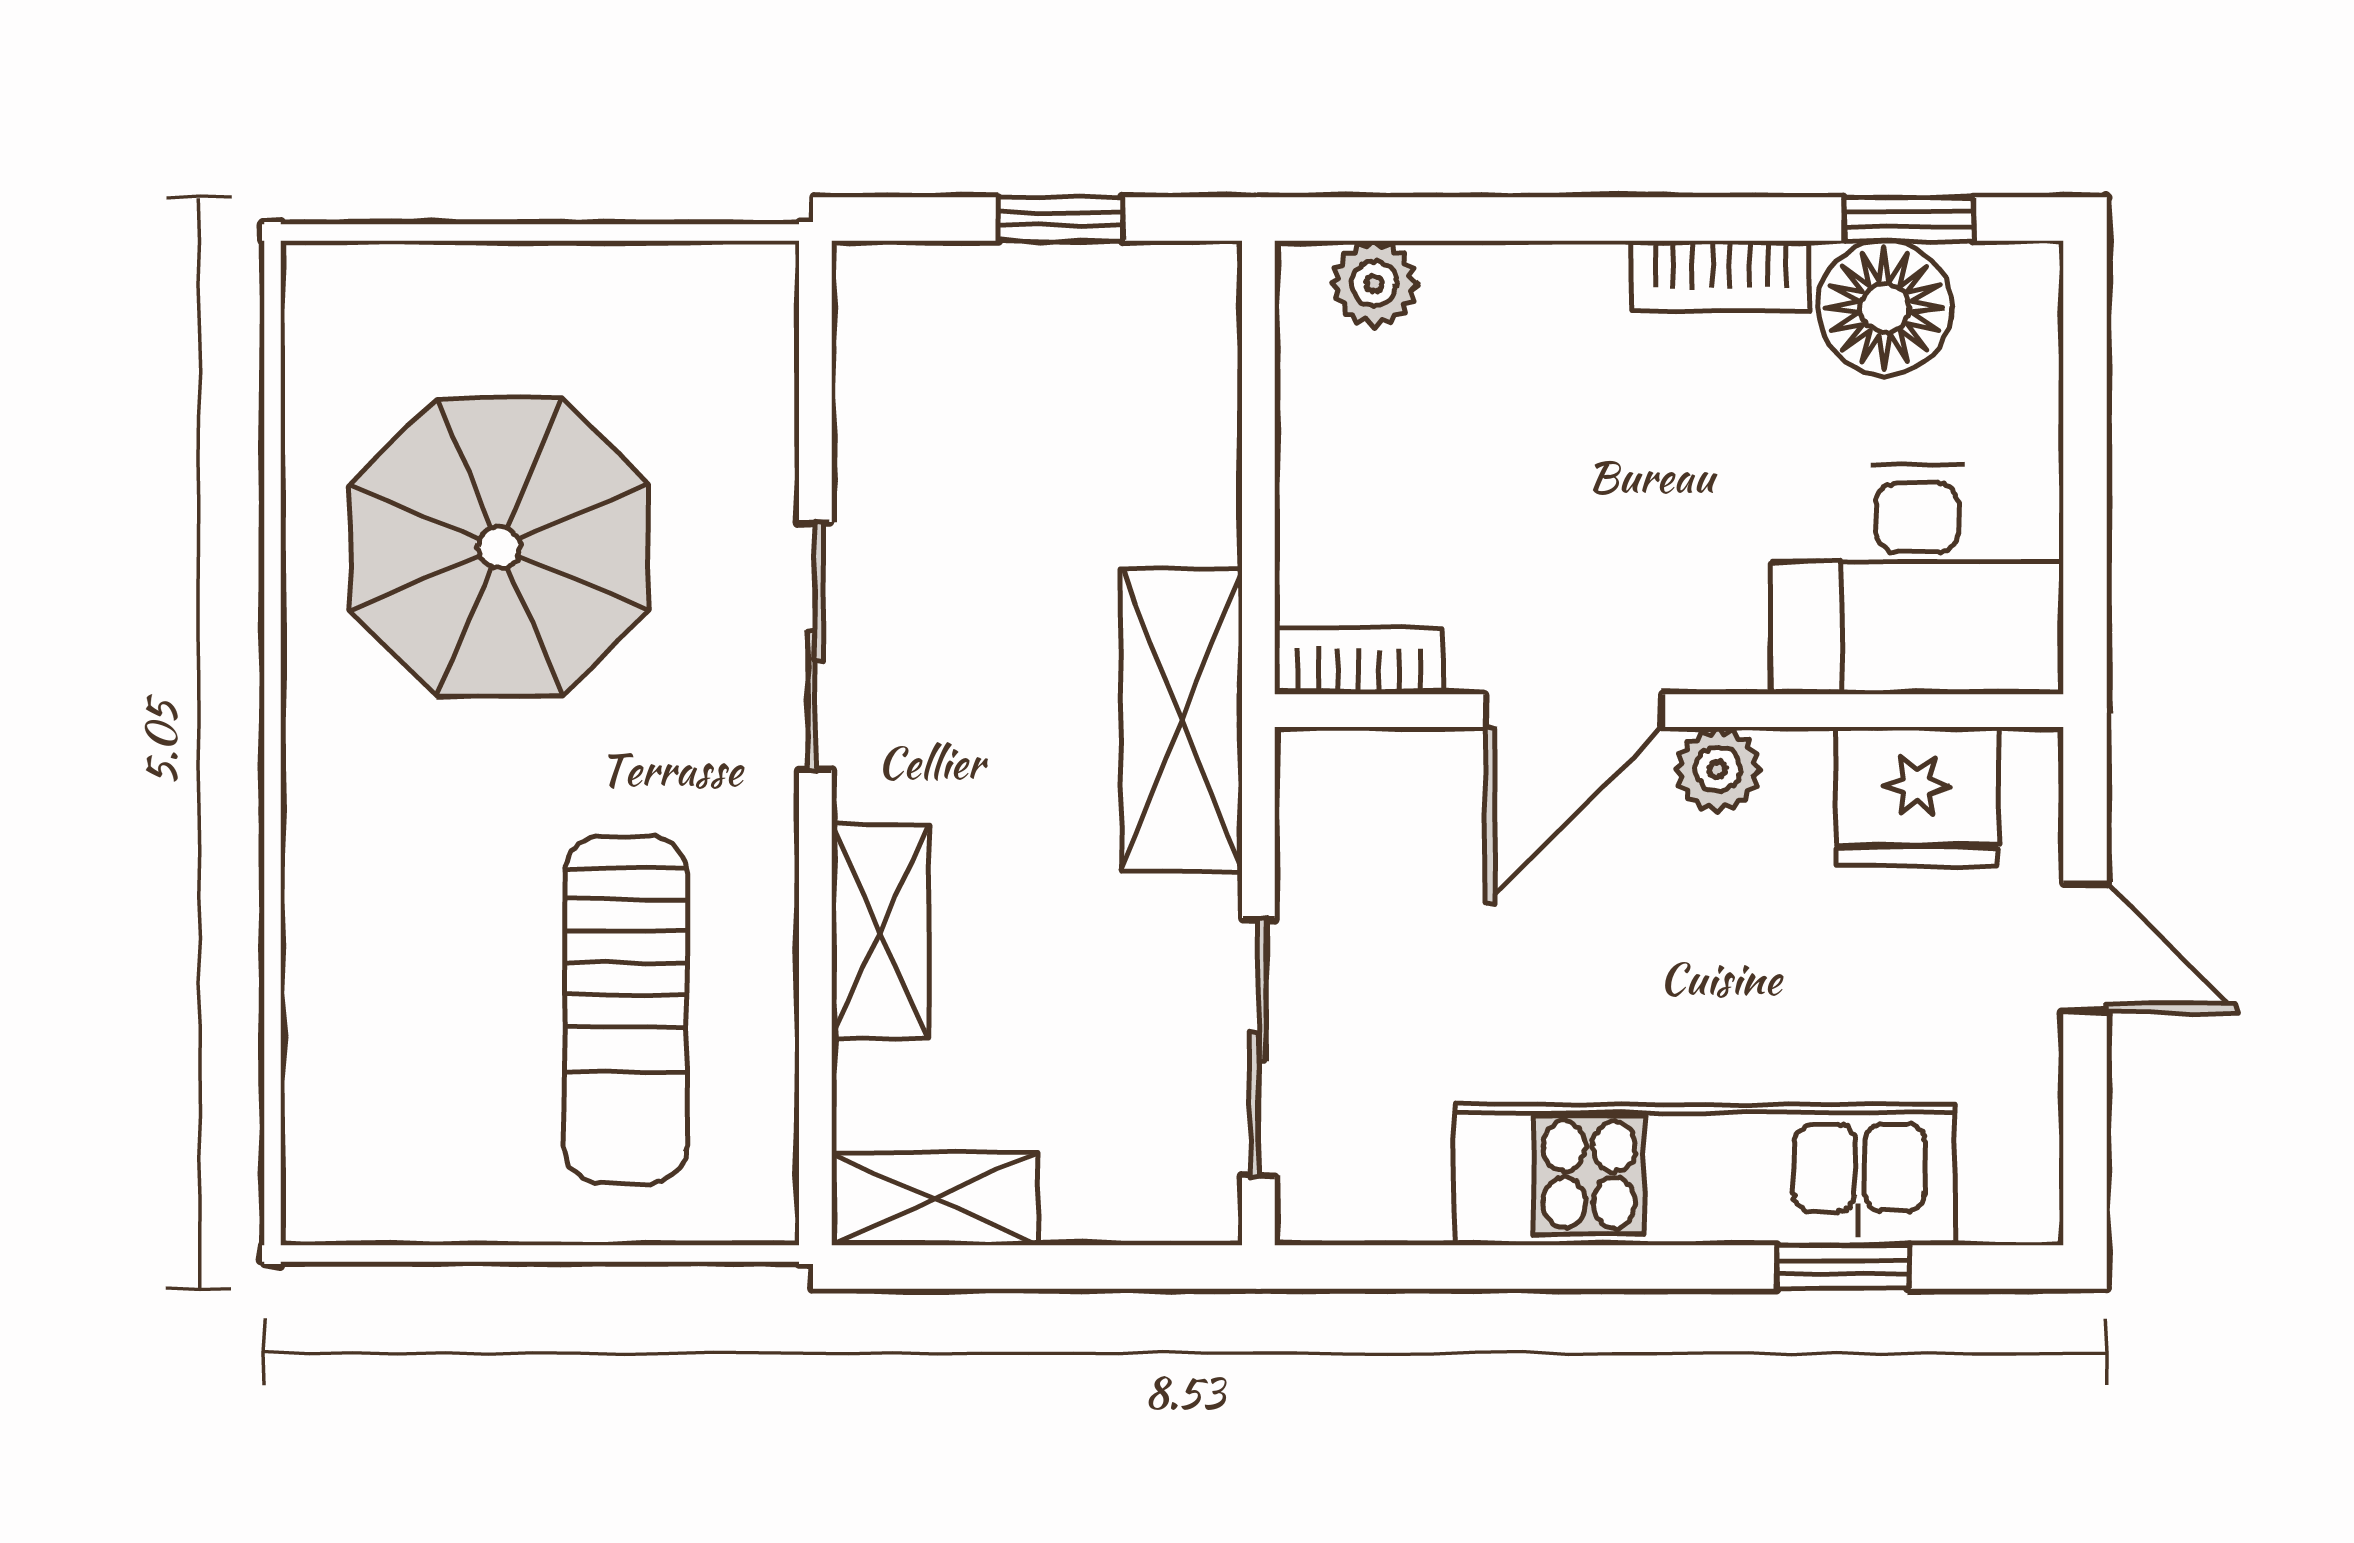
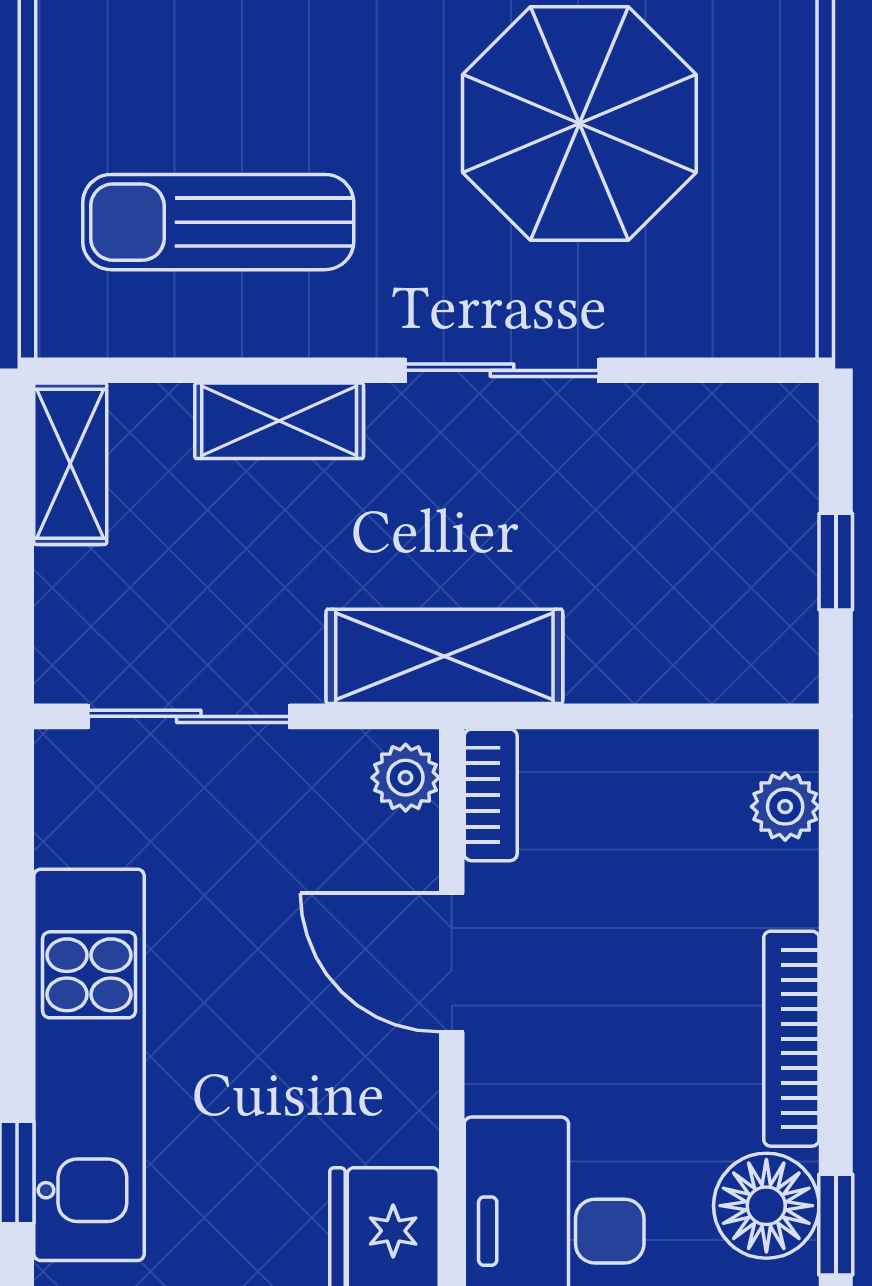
bookcase: (1721, 276) -> (791, 1039), width x1.56
plant: (1718, 770) -> (406, 778), moved

